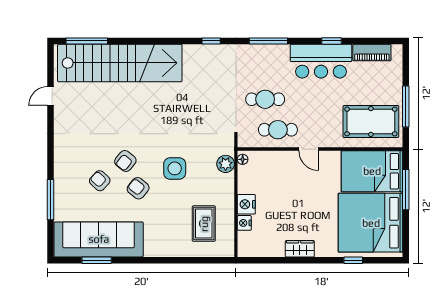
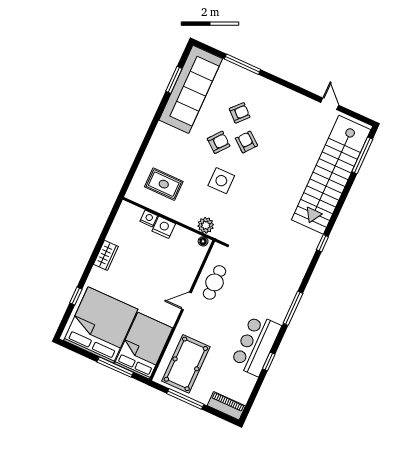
window: (211, 41) -> (322, 243), moved
piano: (372, 53) -> (226, 406), moved, turned 90
cafe table: (265, 99) -> (245, 283), removed

